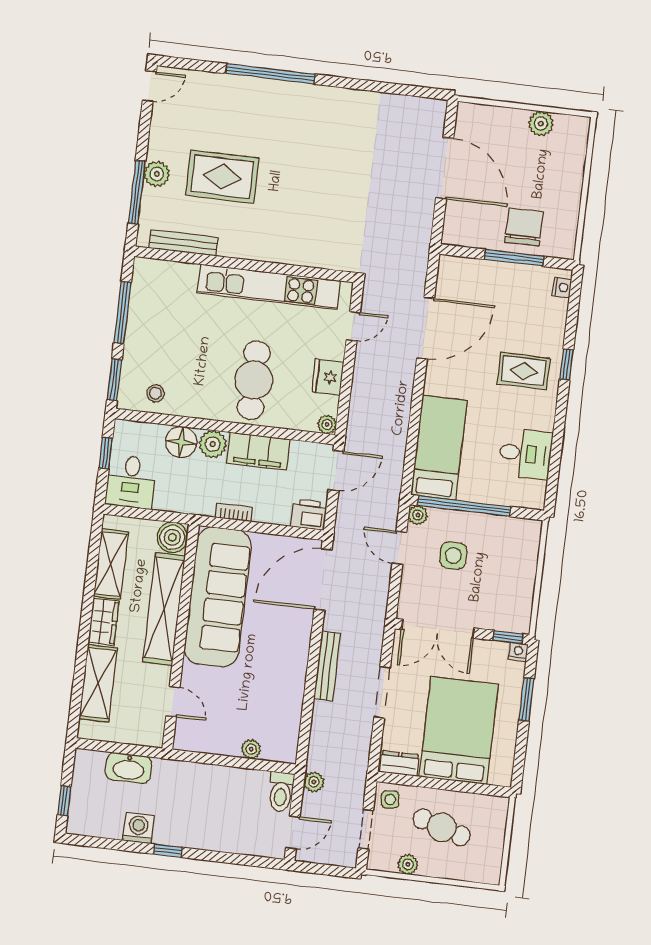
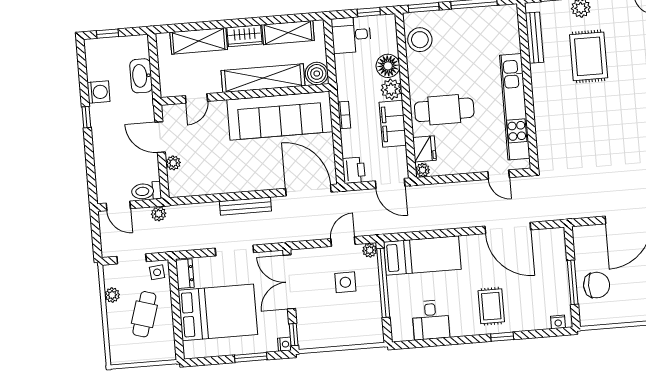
fridge: (328, 377) -> (424, 149), moved, turned 90
stool: (155, 393) -> (420, 40), width x1.89, depth x1.89
door: (214, 759) -> (160, 137), added

